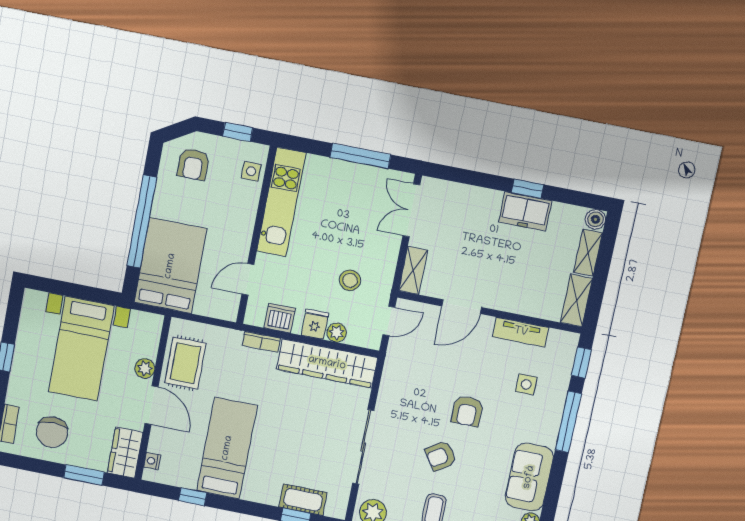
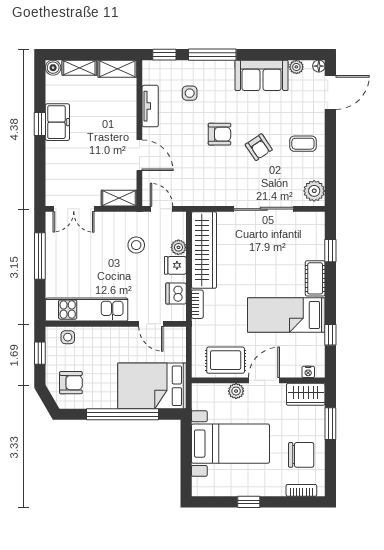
cot: (303, 500) -> (315, 278), moved

